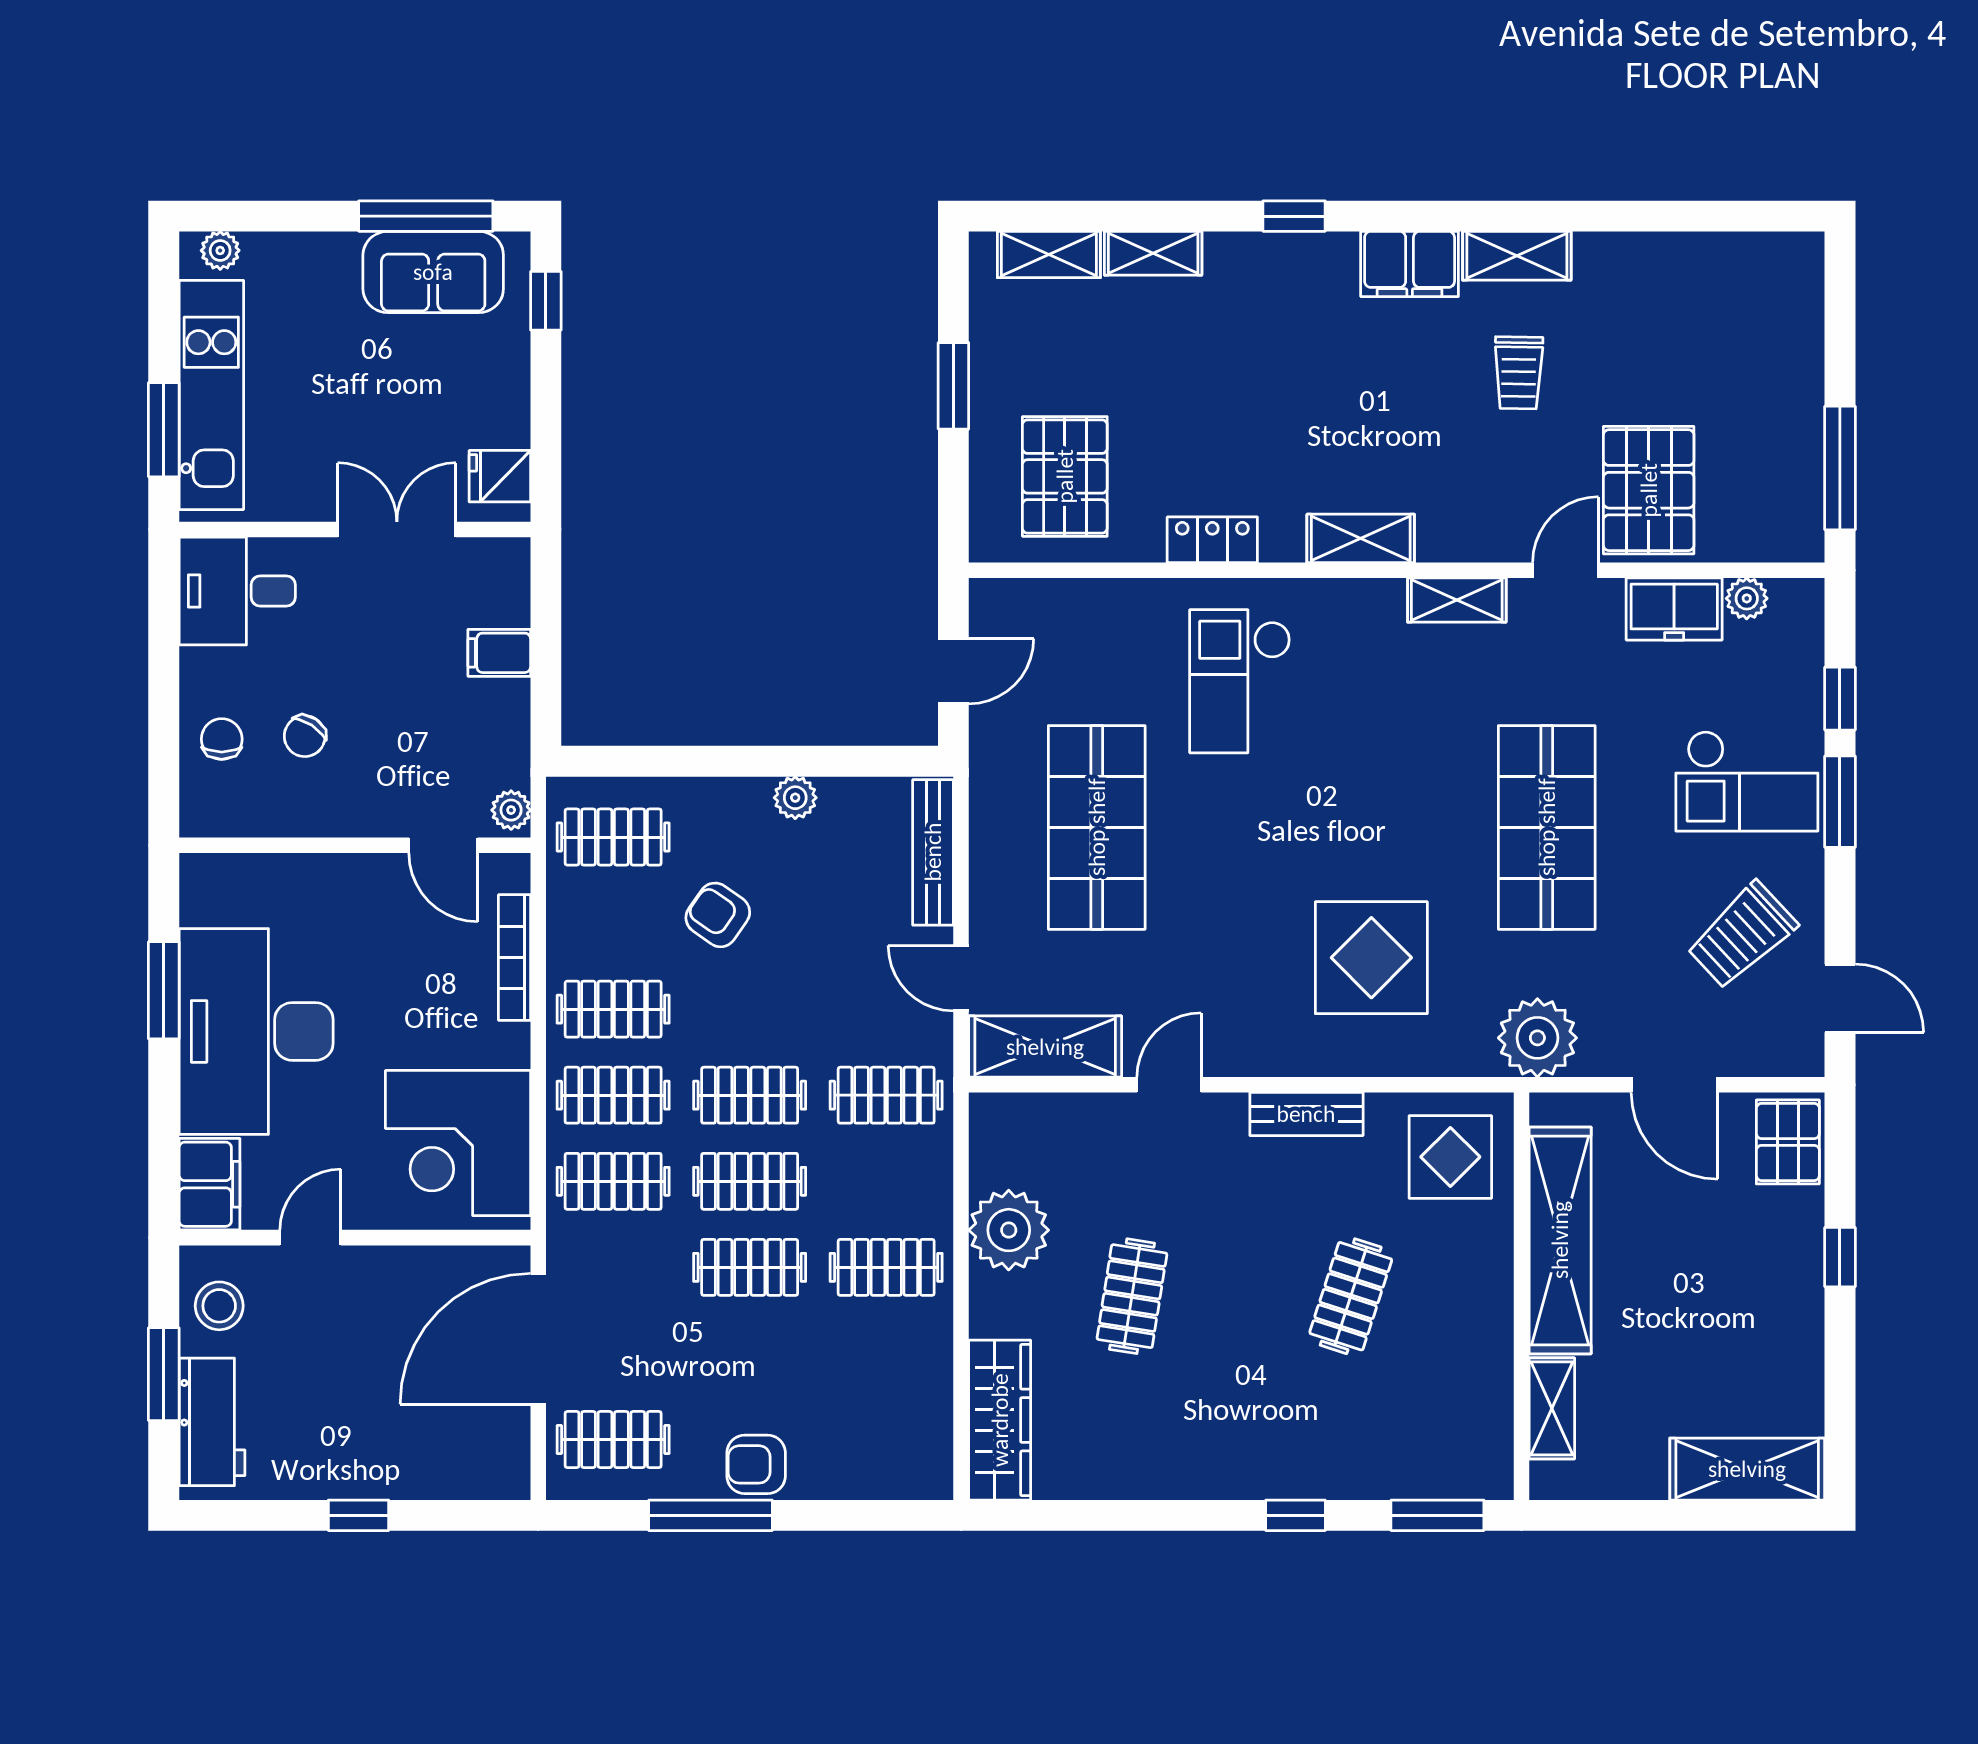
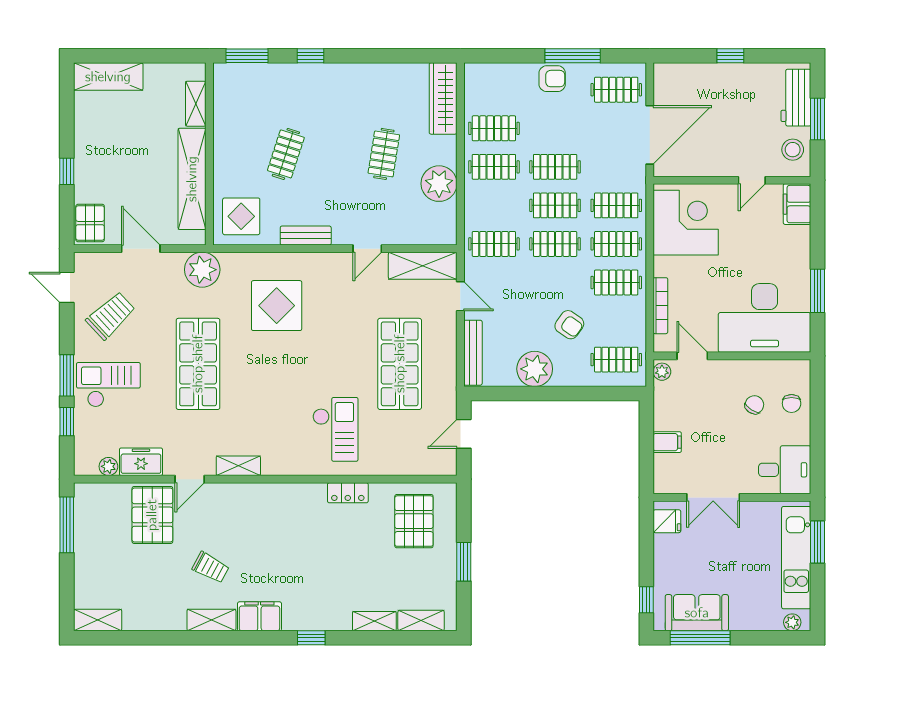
trolley: (1519, 373) -> (211, 568), turned 117
shelving: (1361, 538) -> (98, 620), moved
plant: (795, 798) -> (535, 369), width x1.87, depth x1.87
desk: (256, 1031) -> (765, 318), moved, turned 90
clothes rail: (886, 1353) -> (494, 128), added

